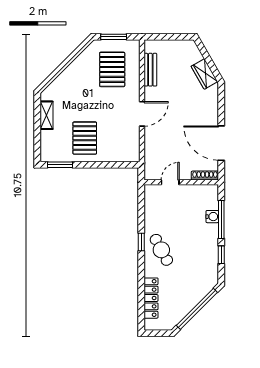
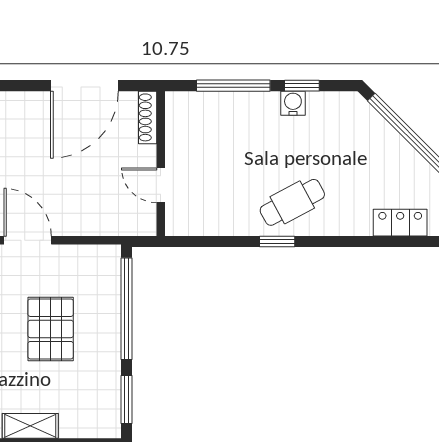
pallet: (85, 138) -> (51, 329), moved, turned 90
window: (107, 165) -> (126, 309), added
water cooler: (212, 217) -> (293, 103), moved
locker: (151, 298) -> (400, 223), width x0.66

